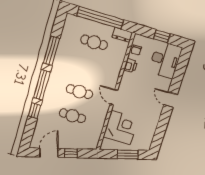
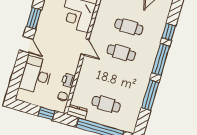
window: (162, 36) -> (47, 113), moved
desk: (165, 60) -> (36, 75), moved
window: (162, 124) -> (34, 18), added

